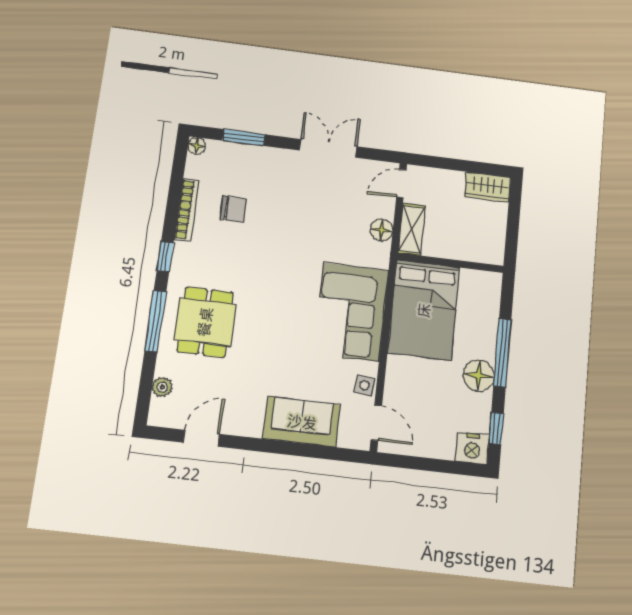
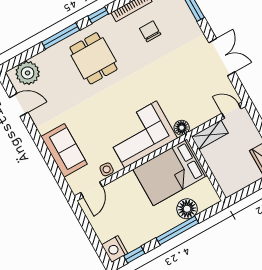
chair: (233, 209) -> (150, 31), turned 180
floor lamp: (382, 230) -> (182, 128), moved
dining table: (205, 322) -> (94, 58), moved, turned 90
floor lamp: (479, 375) -> (187, 209), moved
plant: (162, 387) -> (28, 73), width x1.87, depth x1.87

